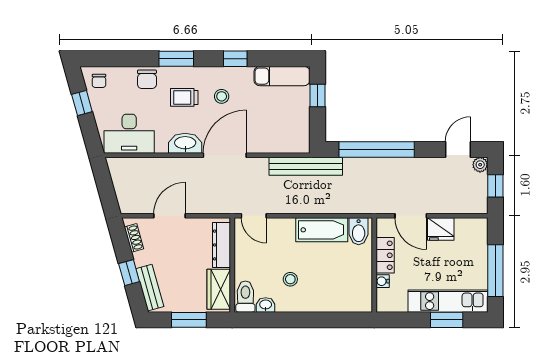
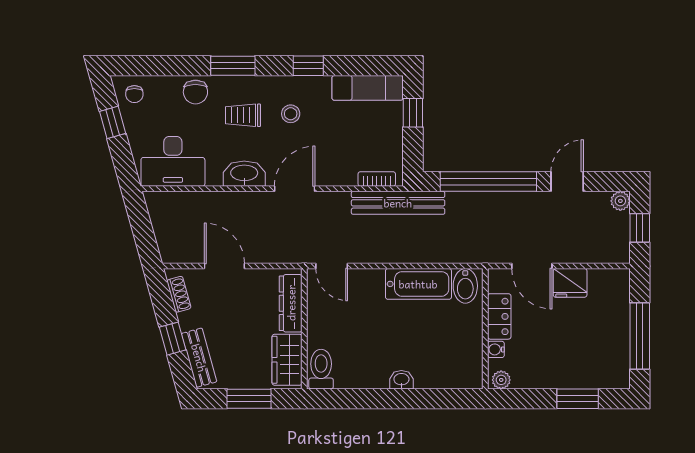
bookcase: (289, 147) -> (377, 179), added
door: (458, 150) -> (567, 182), moved
door: (225, 155) -> (295, 189), width x0.73
door: (170, 216) -> (224, 266), hinge flipped
stool: (290, 279) -> (378, 347), removed
kitchen unit: (448, 301) -> (579, 375), removed
washbasin: (266, 305) -> (401, 380), moved
plant: (387, 305) -> (501, 380), added

